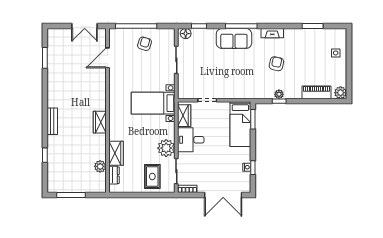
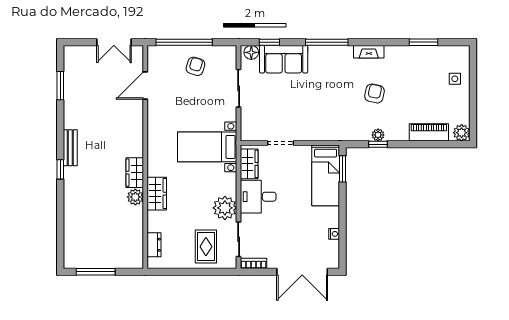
sofa: (234, 39) -> (284, 59), moved
bench: (52, 121) -> (70, 148), moved
wardrobe: (116, 153) -> (157, 194), moved
window: (45, 155) -> (60, 169), moved
plant: (100, 166) -> (135, 197), moved
window: (253, 168) -> (342, 235), removed

